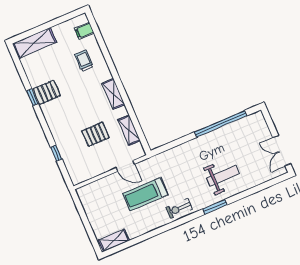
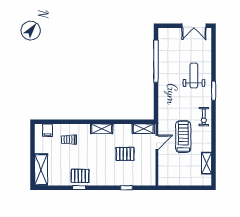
pallet: (47, 92) -> (80, 176), turned 90
shelving: (129, 130) -> (143, 129), moved
pallet: (95, 134) -> (125, 154), turned 90
treadmill: (145, 194) -> (183, 137), turned 180
shelving: (114, 240) -> (207, 163), moved

